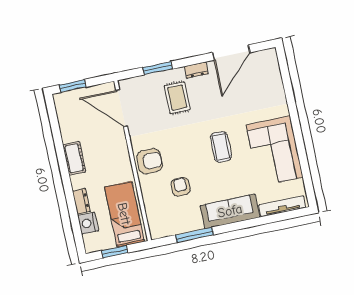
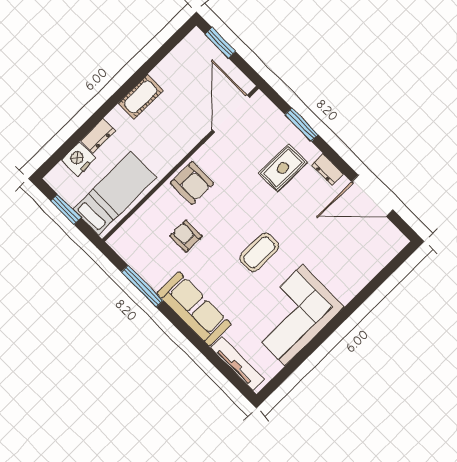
armchair: (181, 187) -> (186, 236), turned -90

